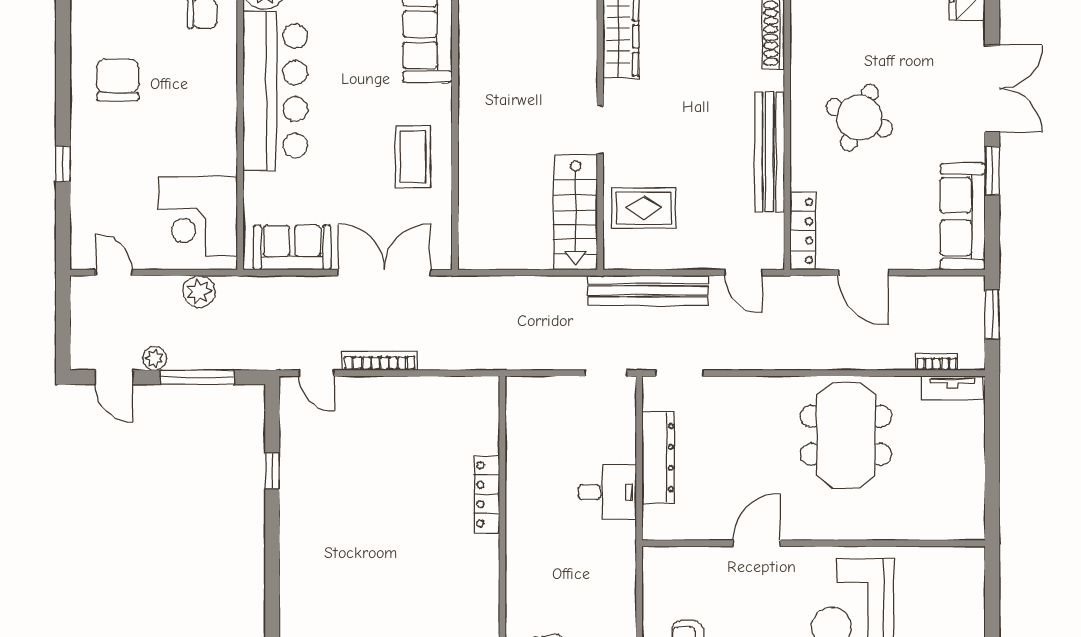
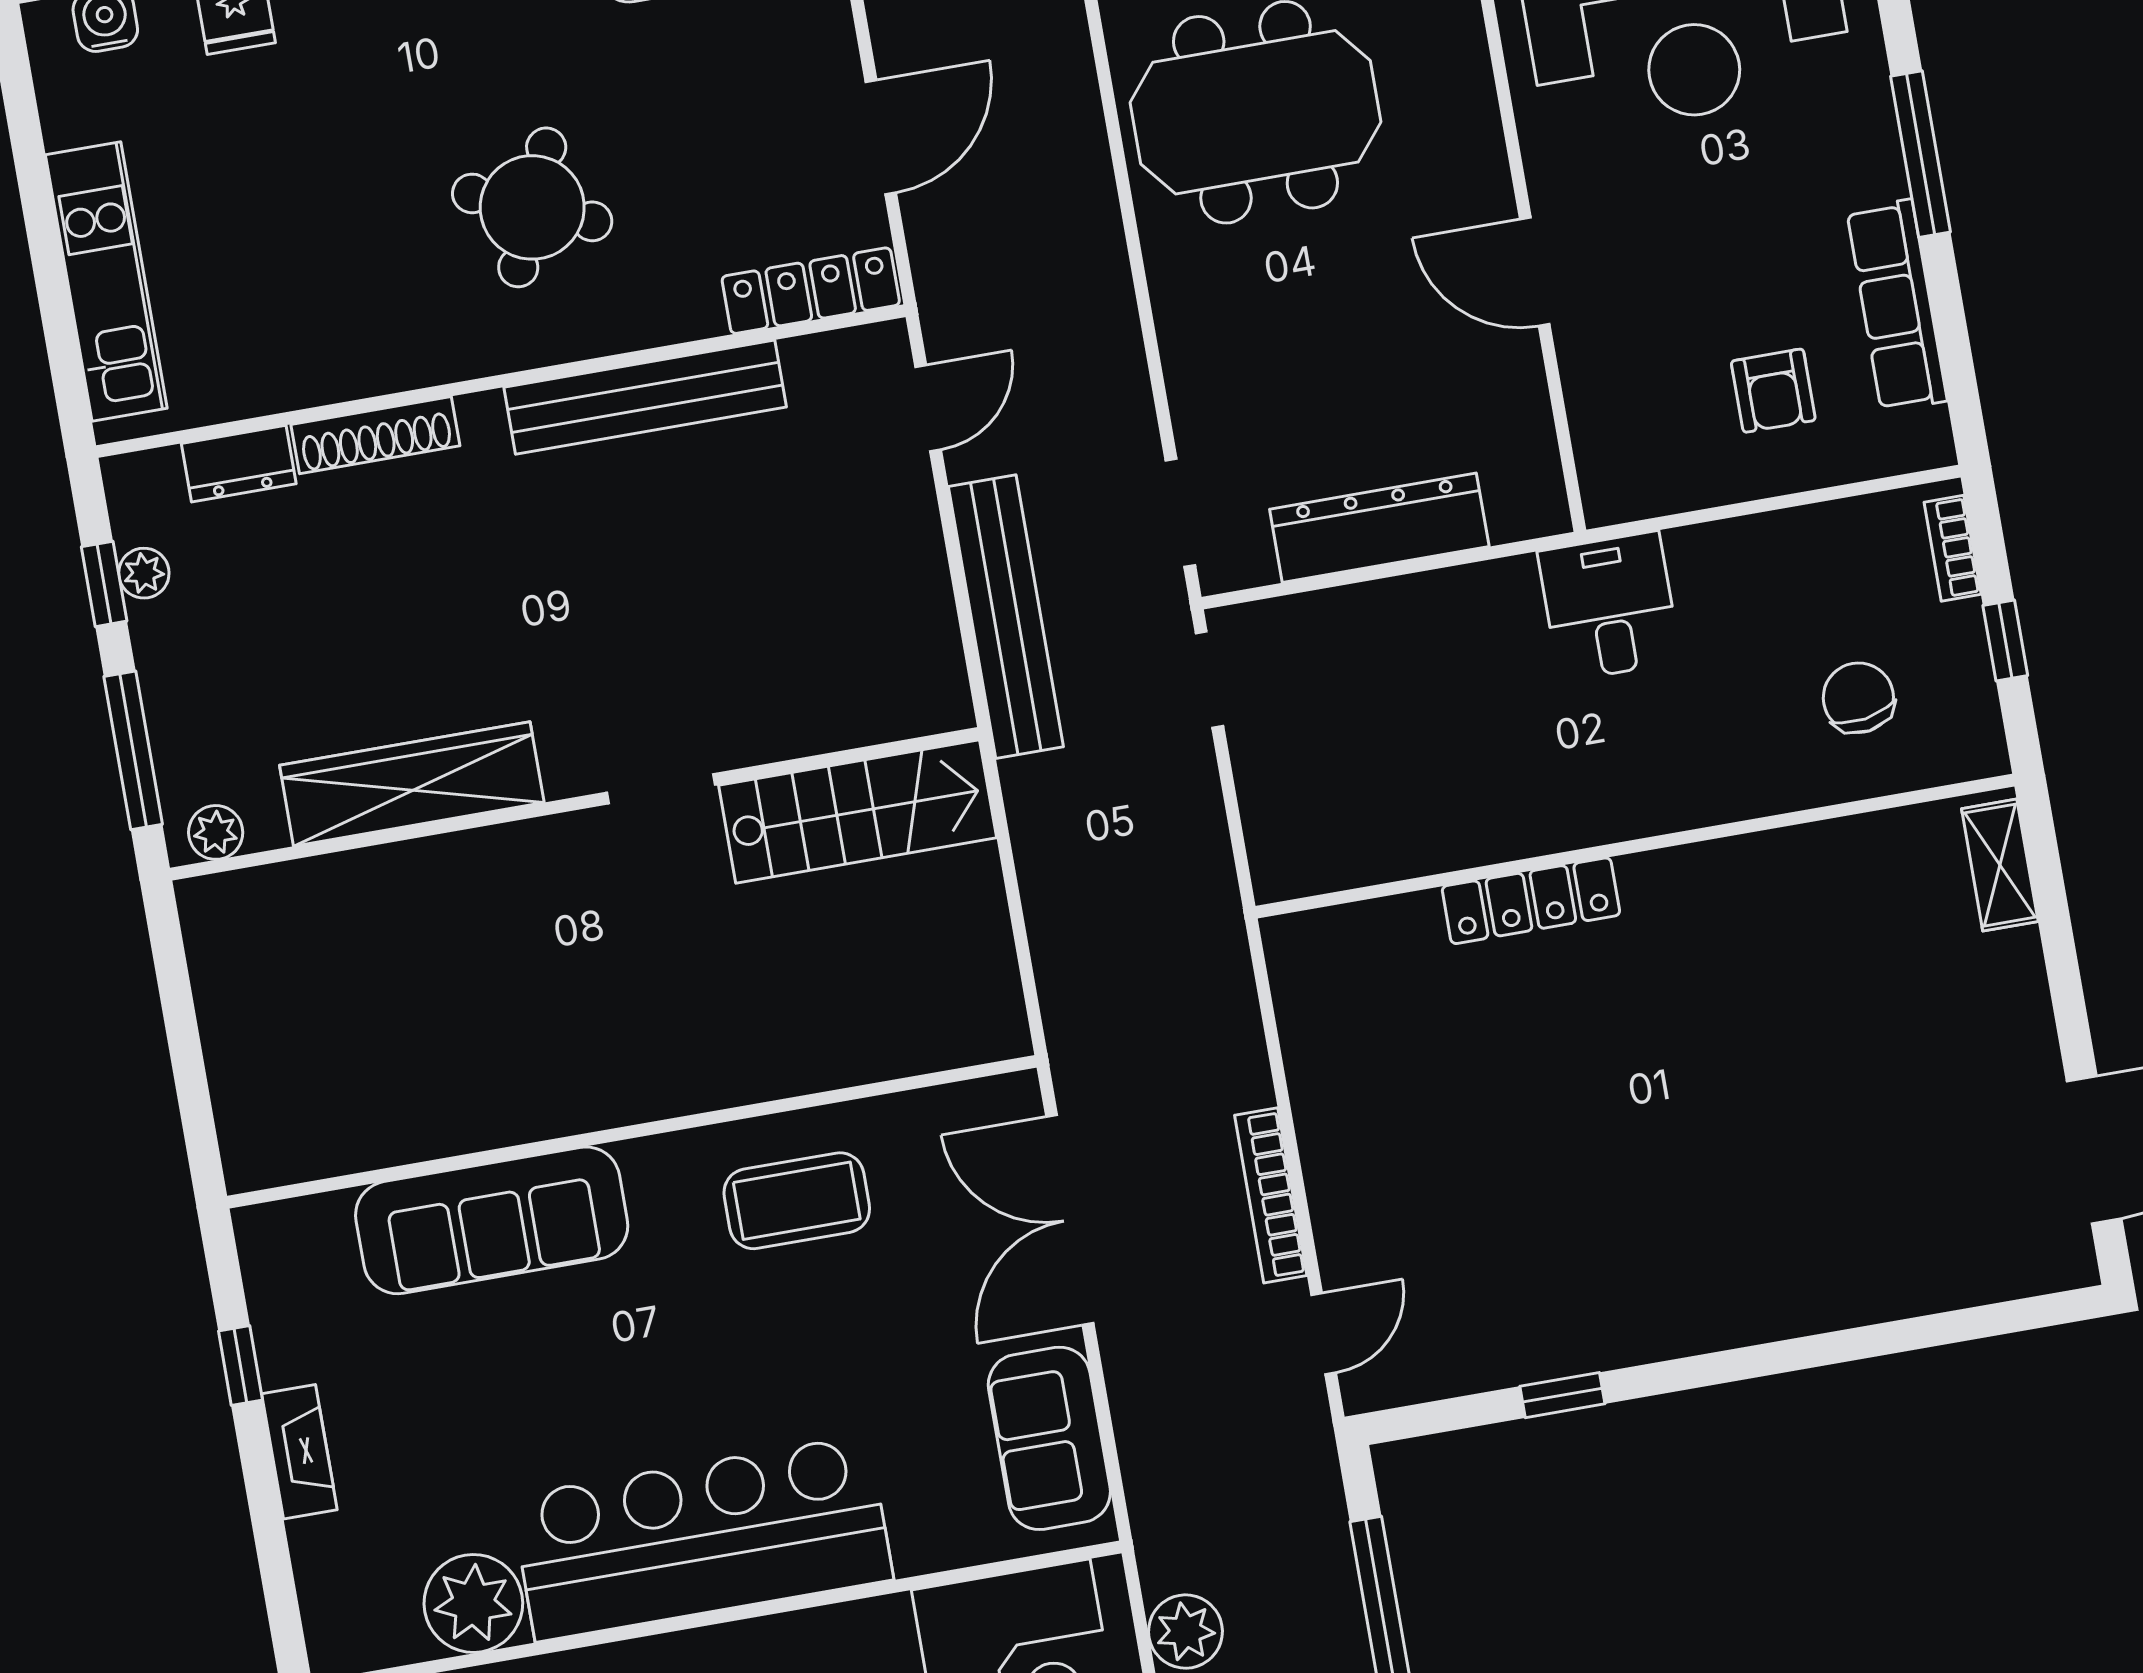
rug: (644, 208) -> (821, 659), removed
desk: (607, 492) -> (1609, 606), moved

